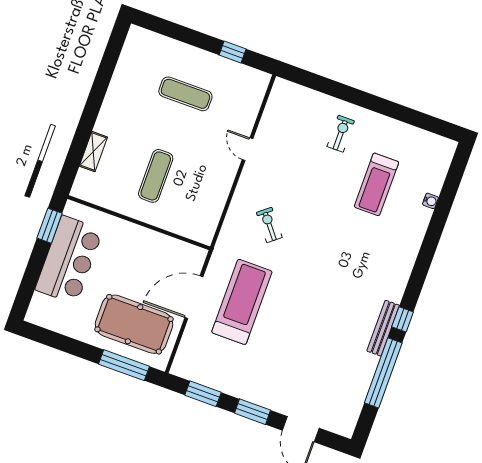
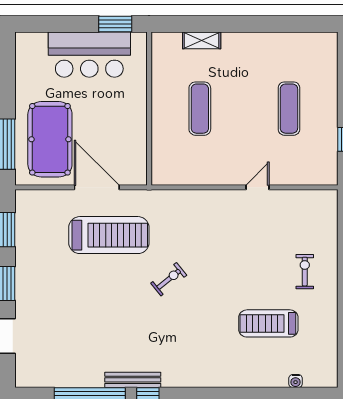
exercise bike: (341, 134) -> (305, 272), turned -90
exercise mat: (156, 176) -> (200, 109), turned 90
water cooler: (430, 201) -> (296, 381), moved
exercise bike: (269, 225) -> (169, 279), moved

